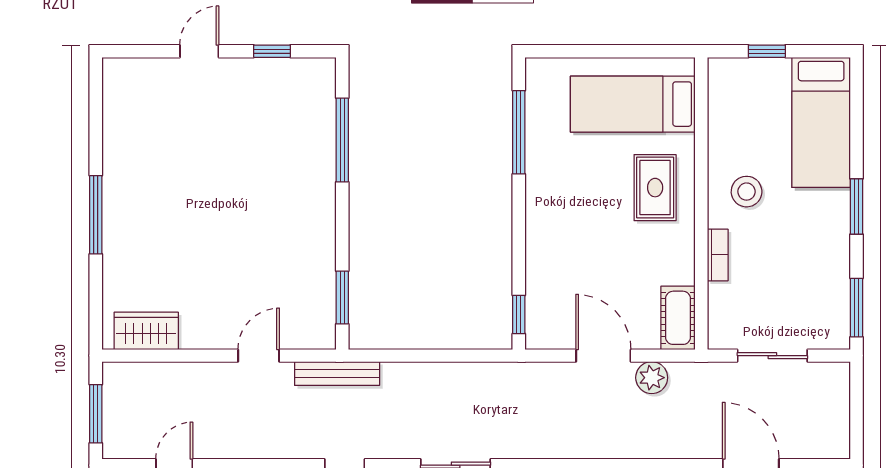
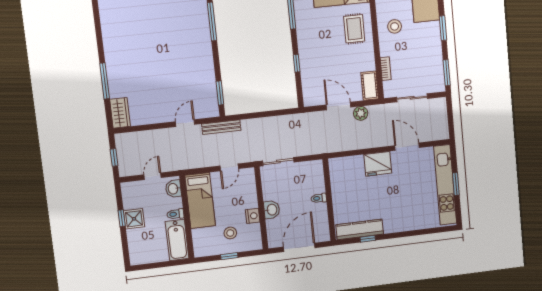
window: (96, 215) -> (105, 81), moved
bookcase: (718, 255) -> (386, 69), moved
window: (519, 315) -> (297, 63), moved
wardrobe: (146, 331) -> (120, 113), moved, turned 90
window: (96, 414) -> (114, 157), width x0.67

